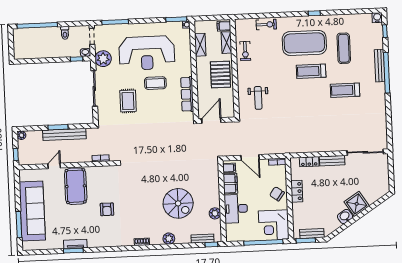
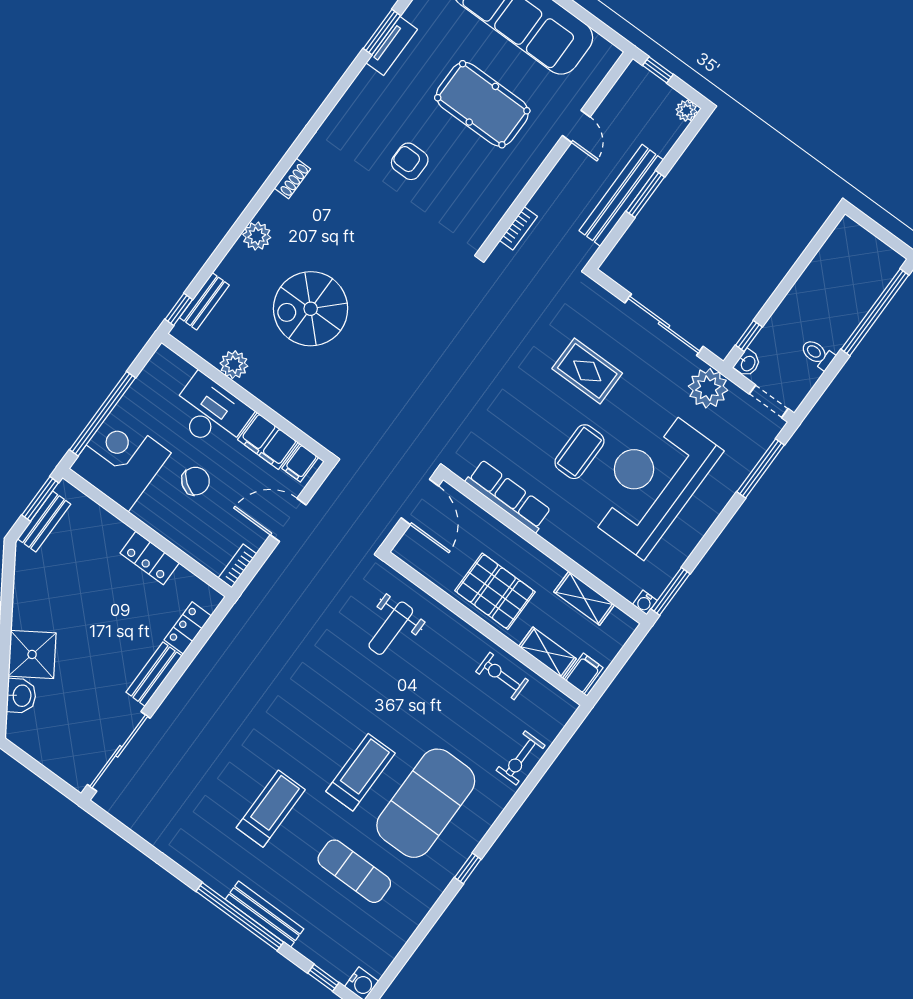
weight bench: (258, 98) -> (391, 628), turned -90
pool table: (76, 186) -> (482, 104), moved
chair: (277, 194) -> (195, 481), moved
washbasin: (345, 216) -> (21, 696), moved

